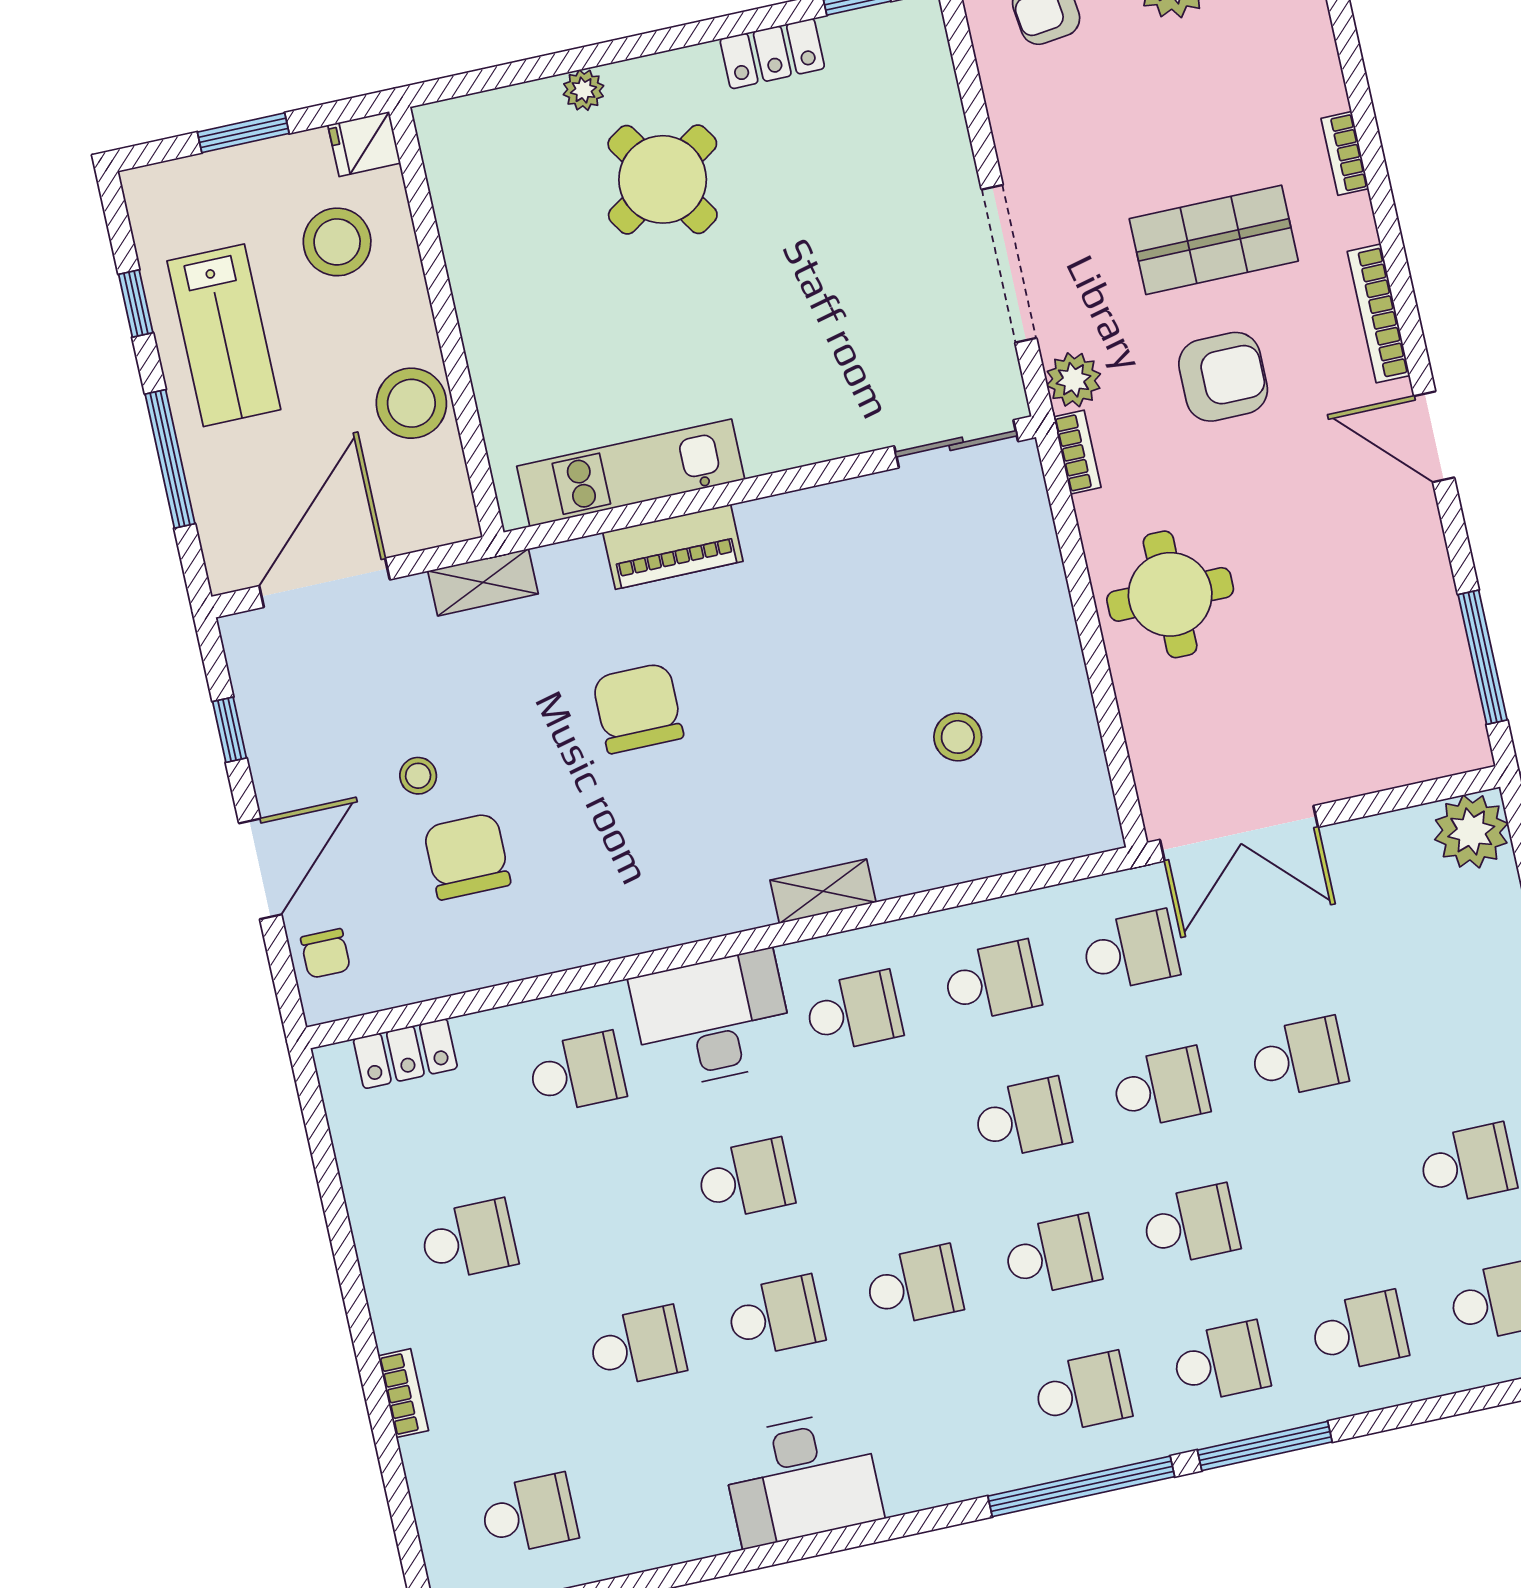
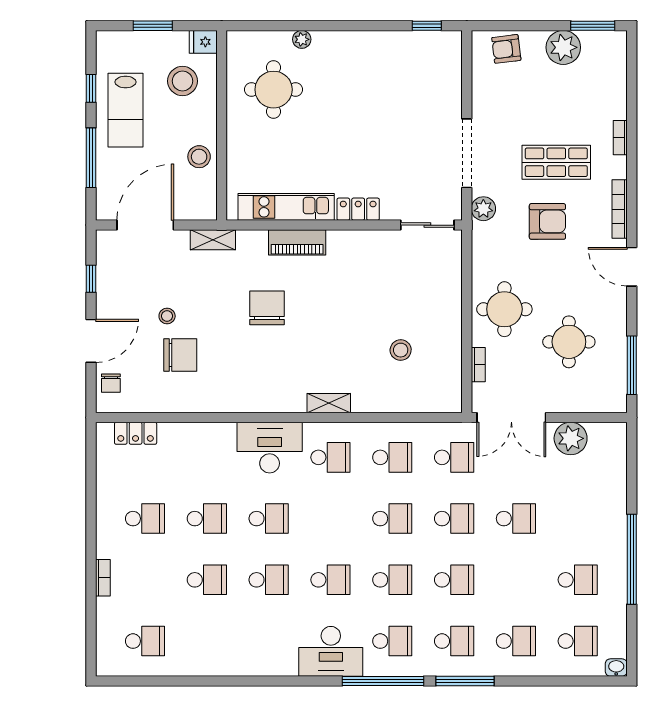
locker: (772, 54) -> (358, 209), moved, turned 180
round table: (663, 179) -> (274, 90), moved, turned 33
stool: (411, 403) -> (199, 157), width x0.73, depth x0.73
bookcase: (1077, 452) -> (478, 365), moved
round table: (1330, 636) -> (569, 342), added
plant: (1471, 831) -> (571, 438), moved
chair: (467, 856) -> (180, 355), turned 90
school desk: (577, 1073) -> (207, 519), moved
desk: (802, 1478) -> (331, 651), moved

